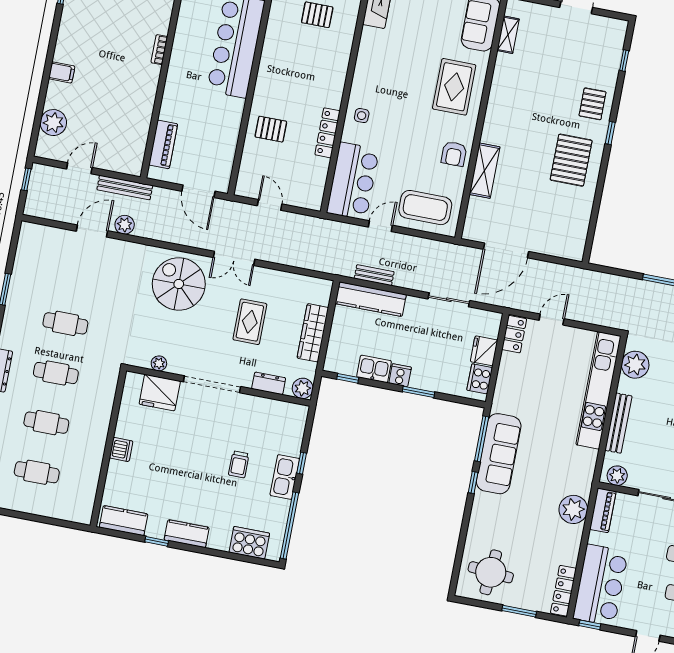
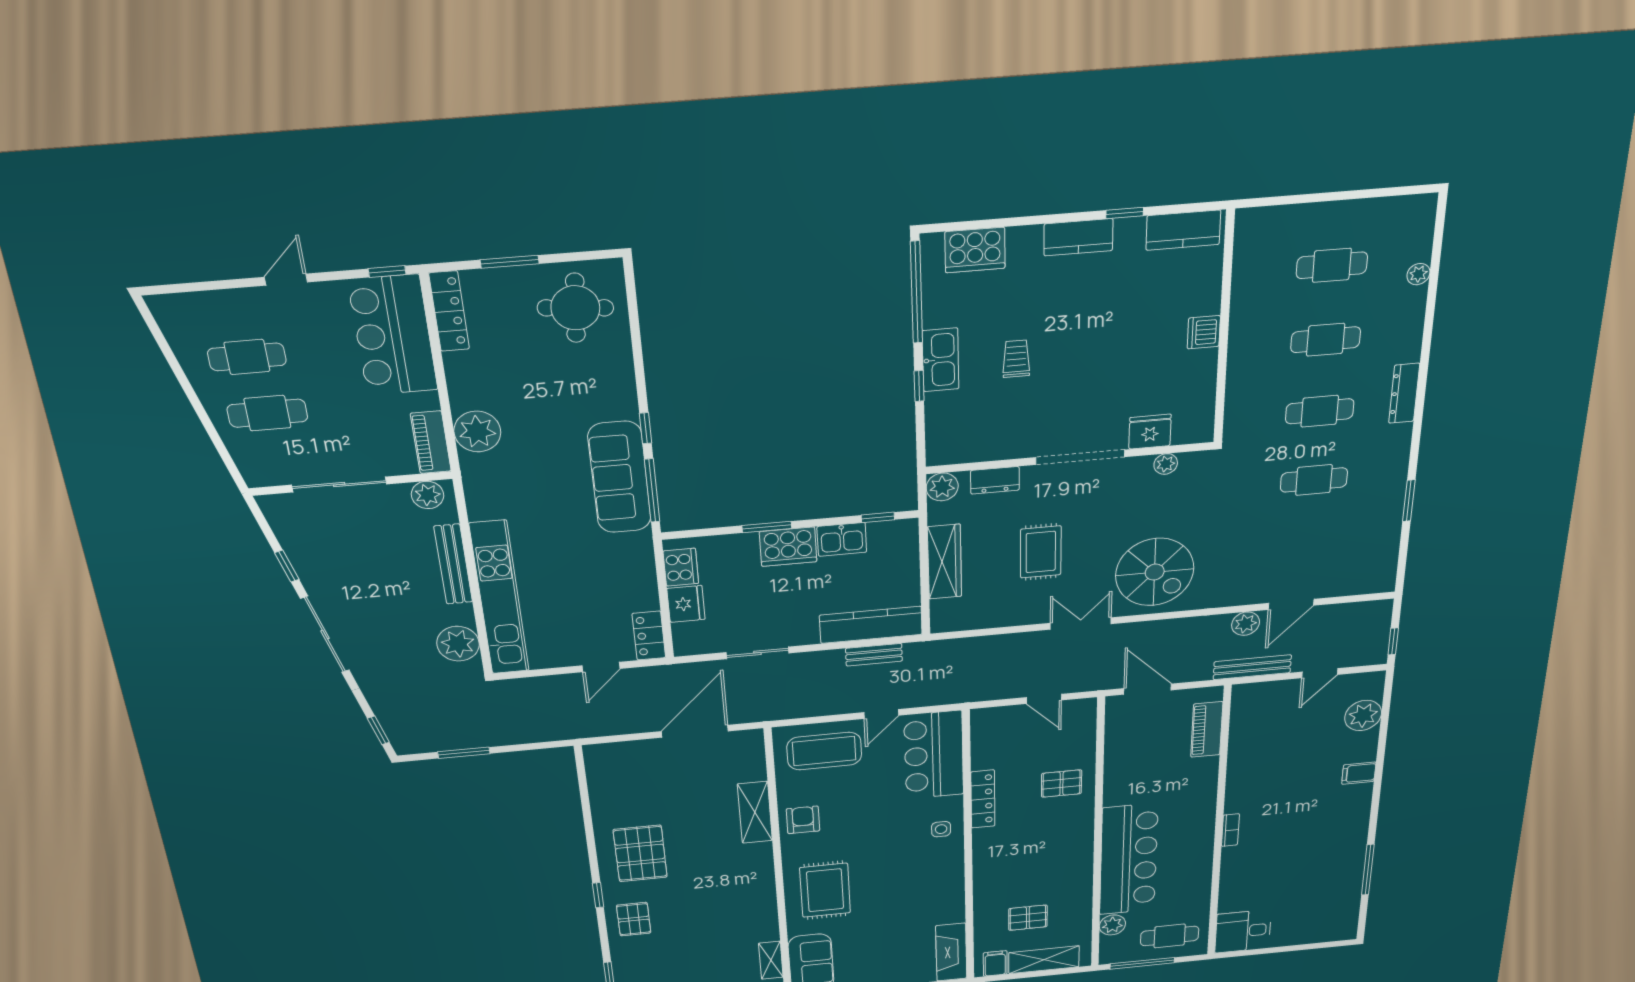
cooker: (400, 375) -> (788, 547), width x1.87, depth x1.31
fridge: (160, 393) -> (1150, 432), width x0.73, depth x0.75

